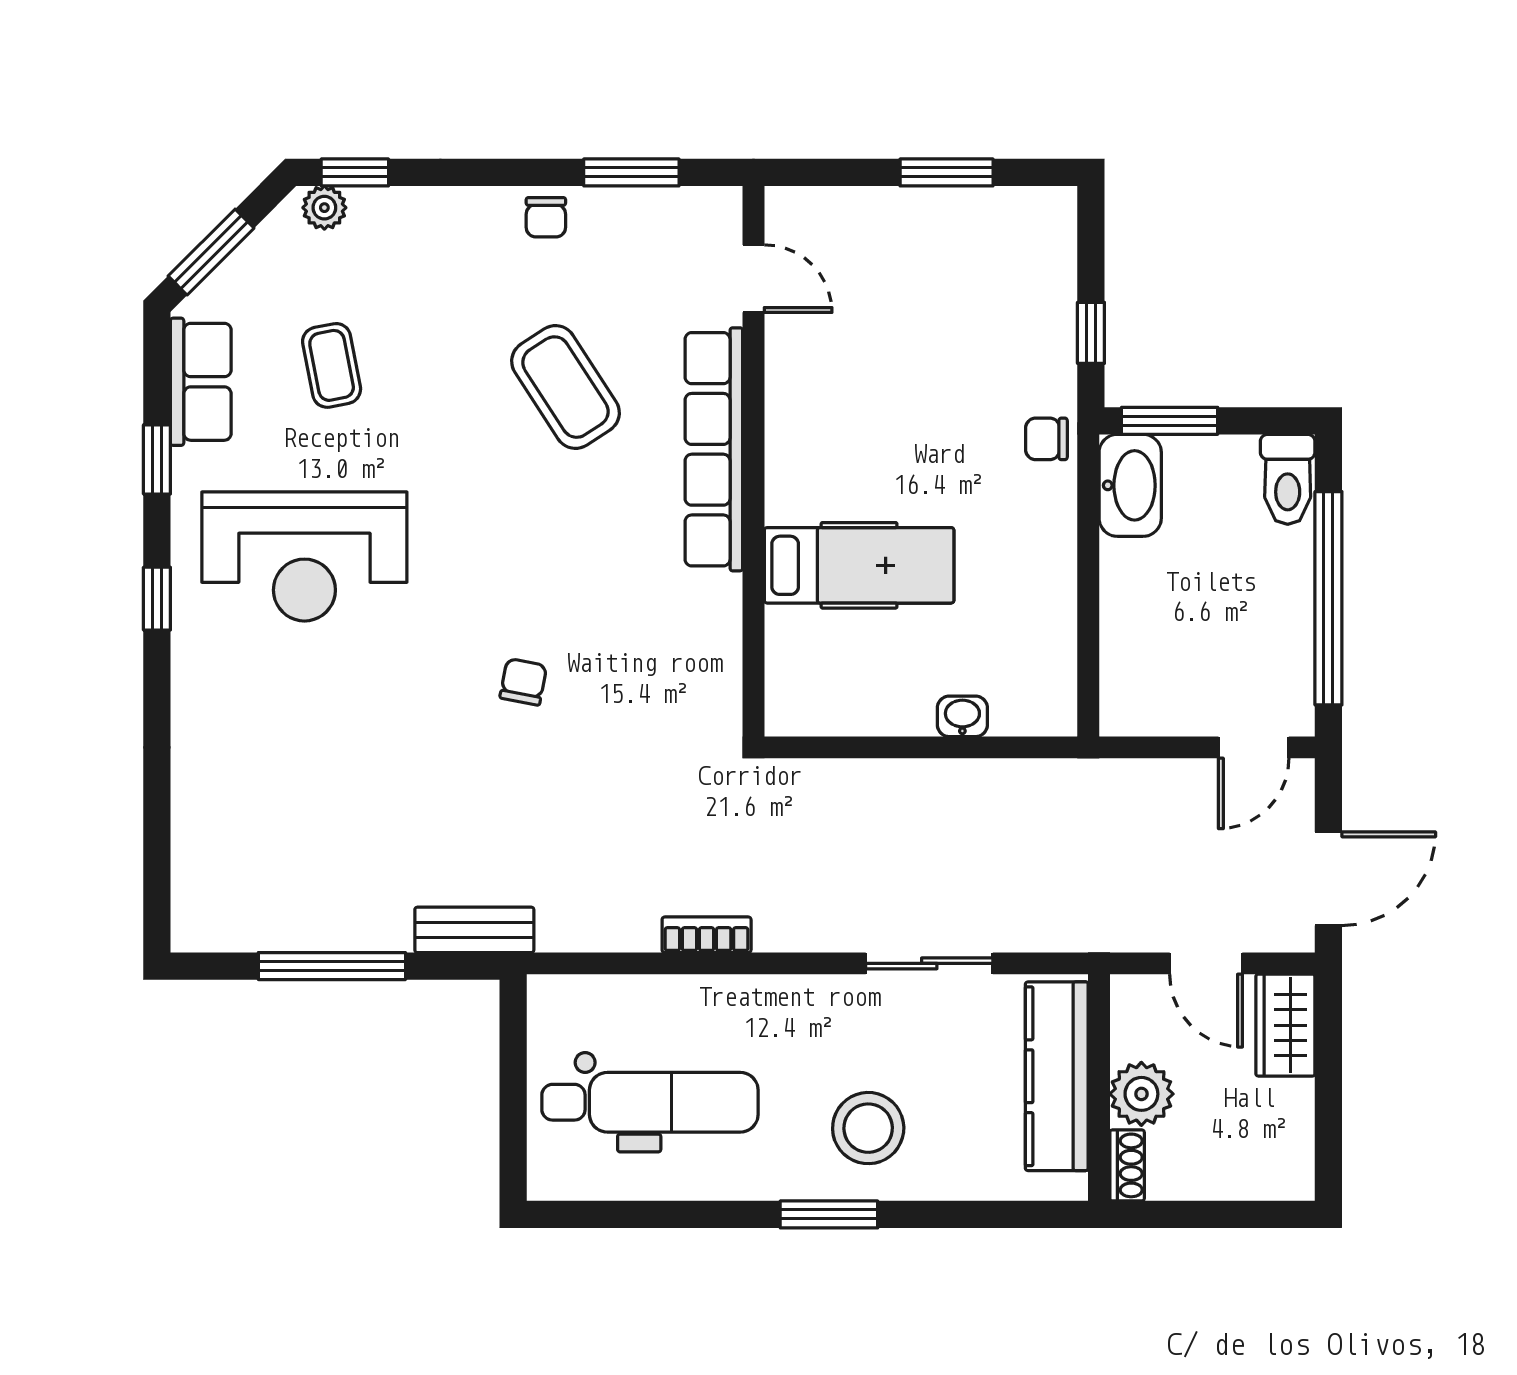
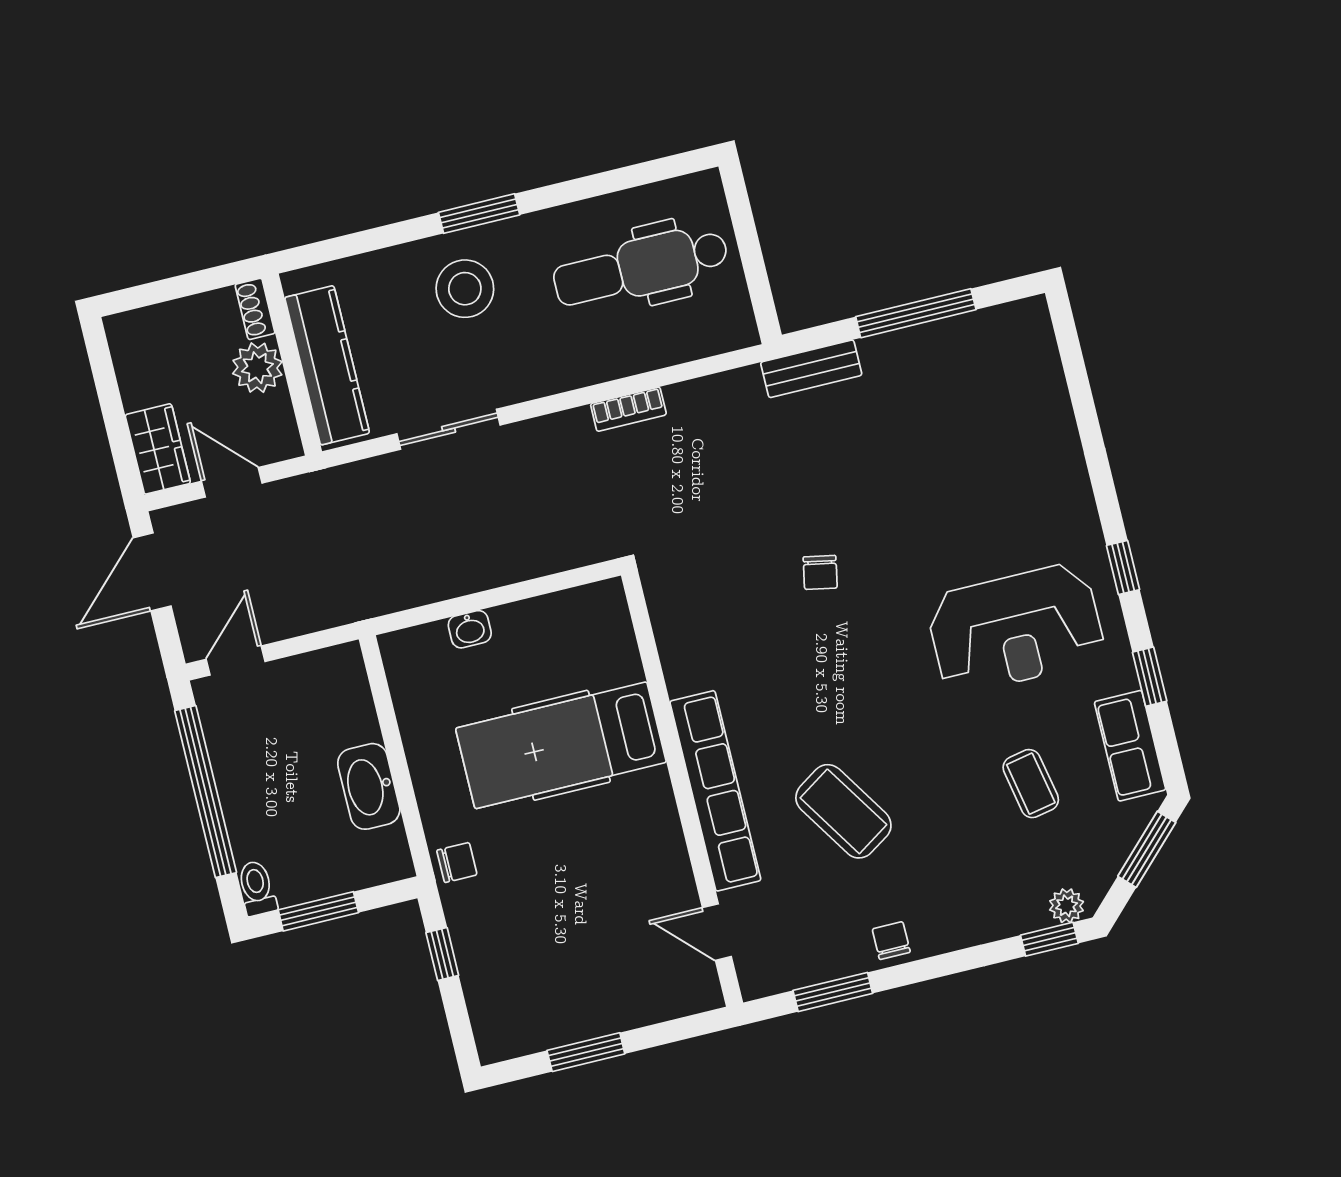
window: (1170, 421) -> (318, 911), moved
toilet: (1288, 479) -> (257, 888), width x0.73, depth x0.72
washbasin: (1130, 485) -> (369, 786), moved
reception desk: (304, 556) -> (1016, 629), turned 180
hospital bed: (859, 565) -> (561, 745), width x1.37, depth x1.29

